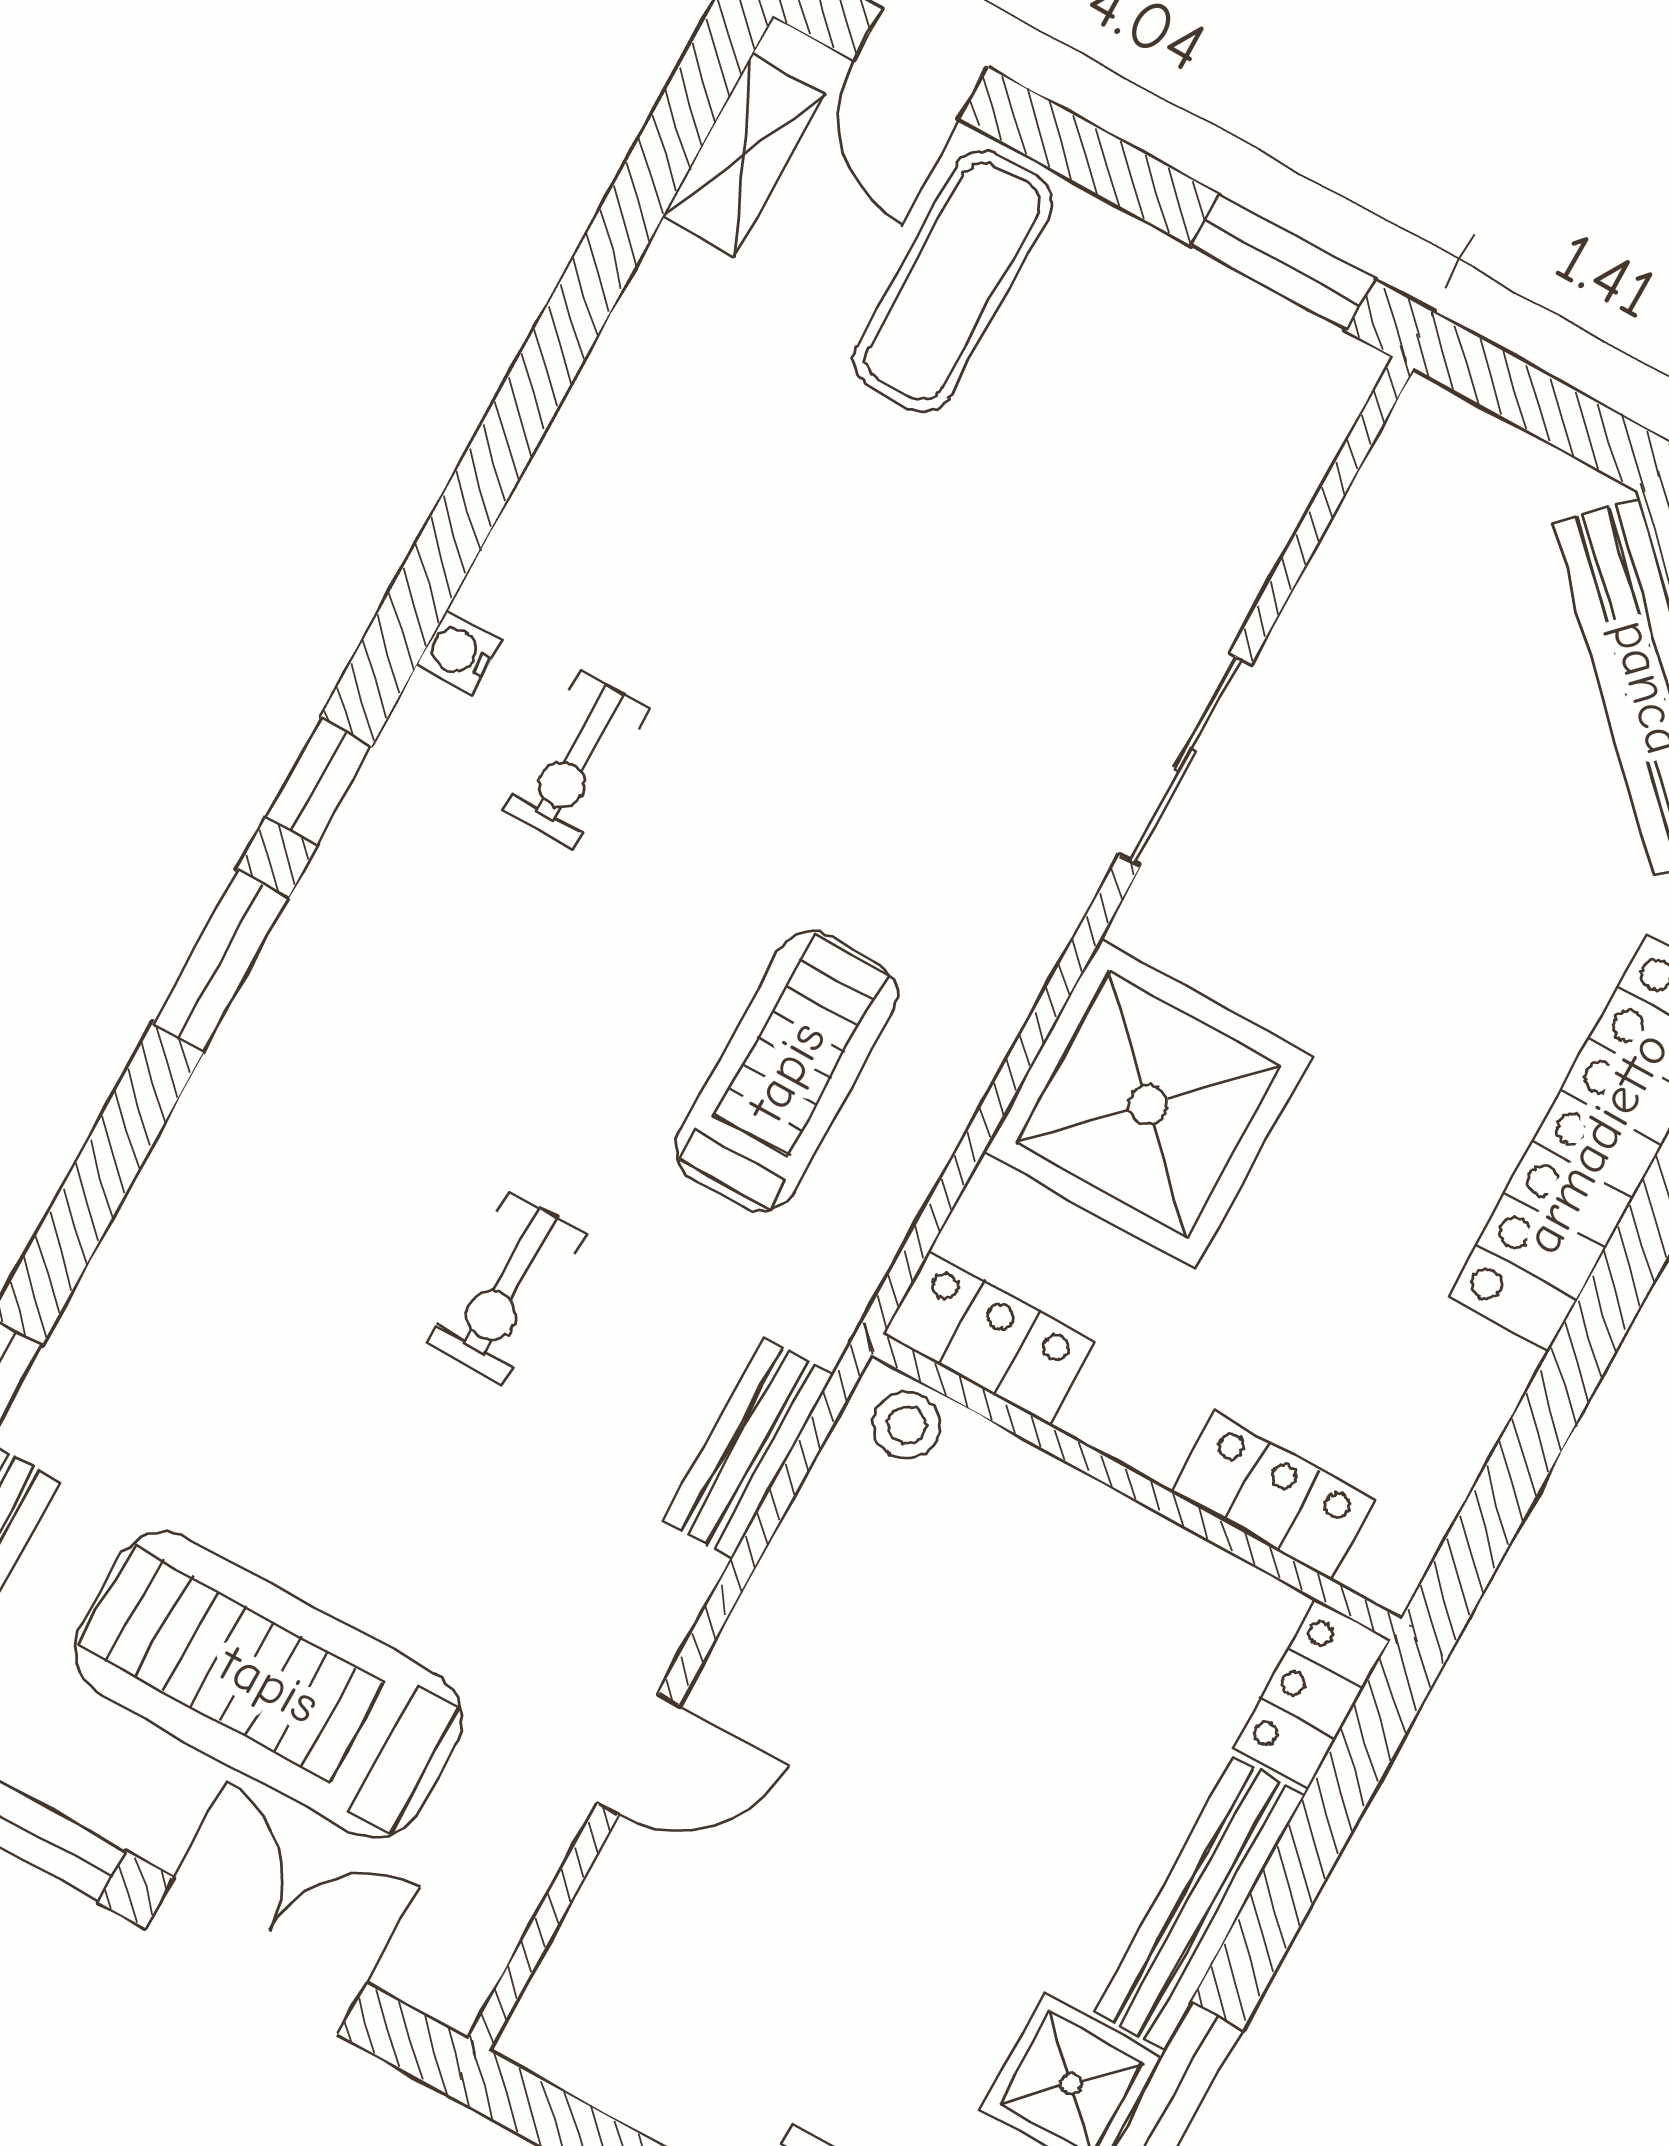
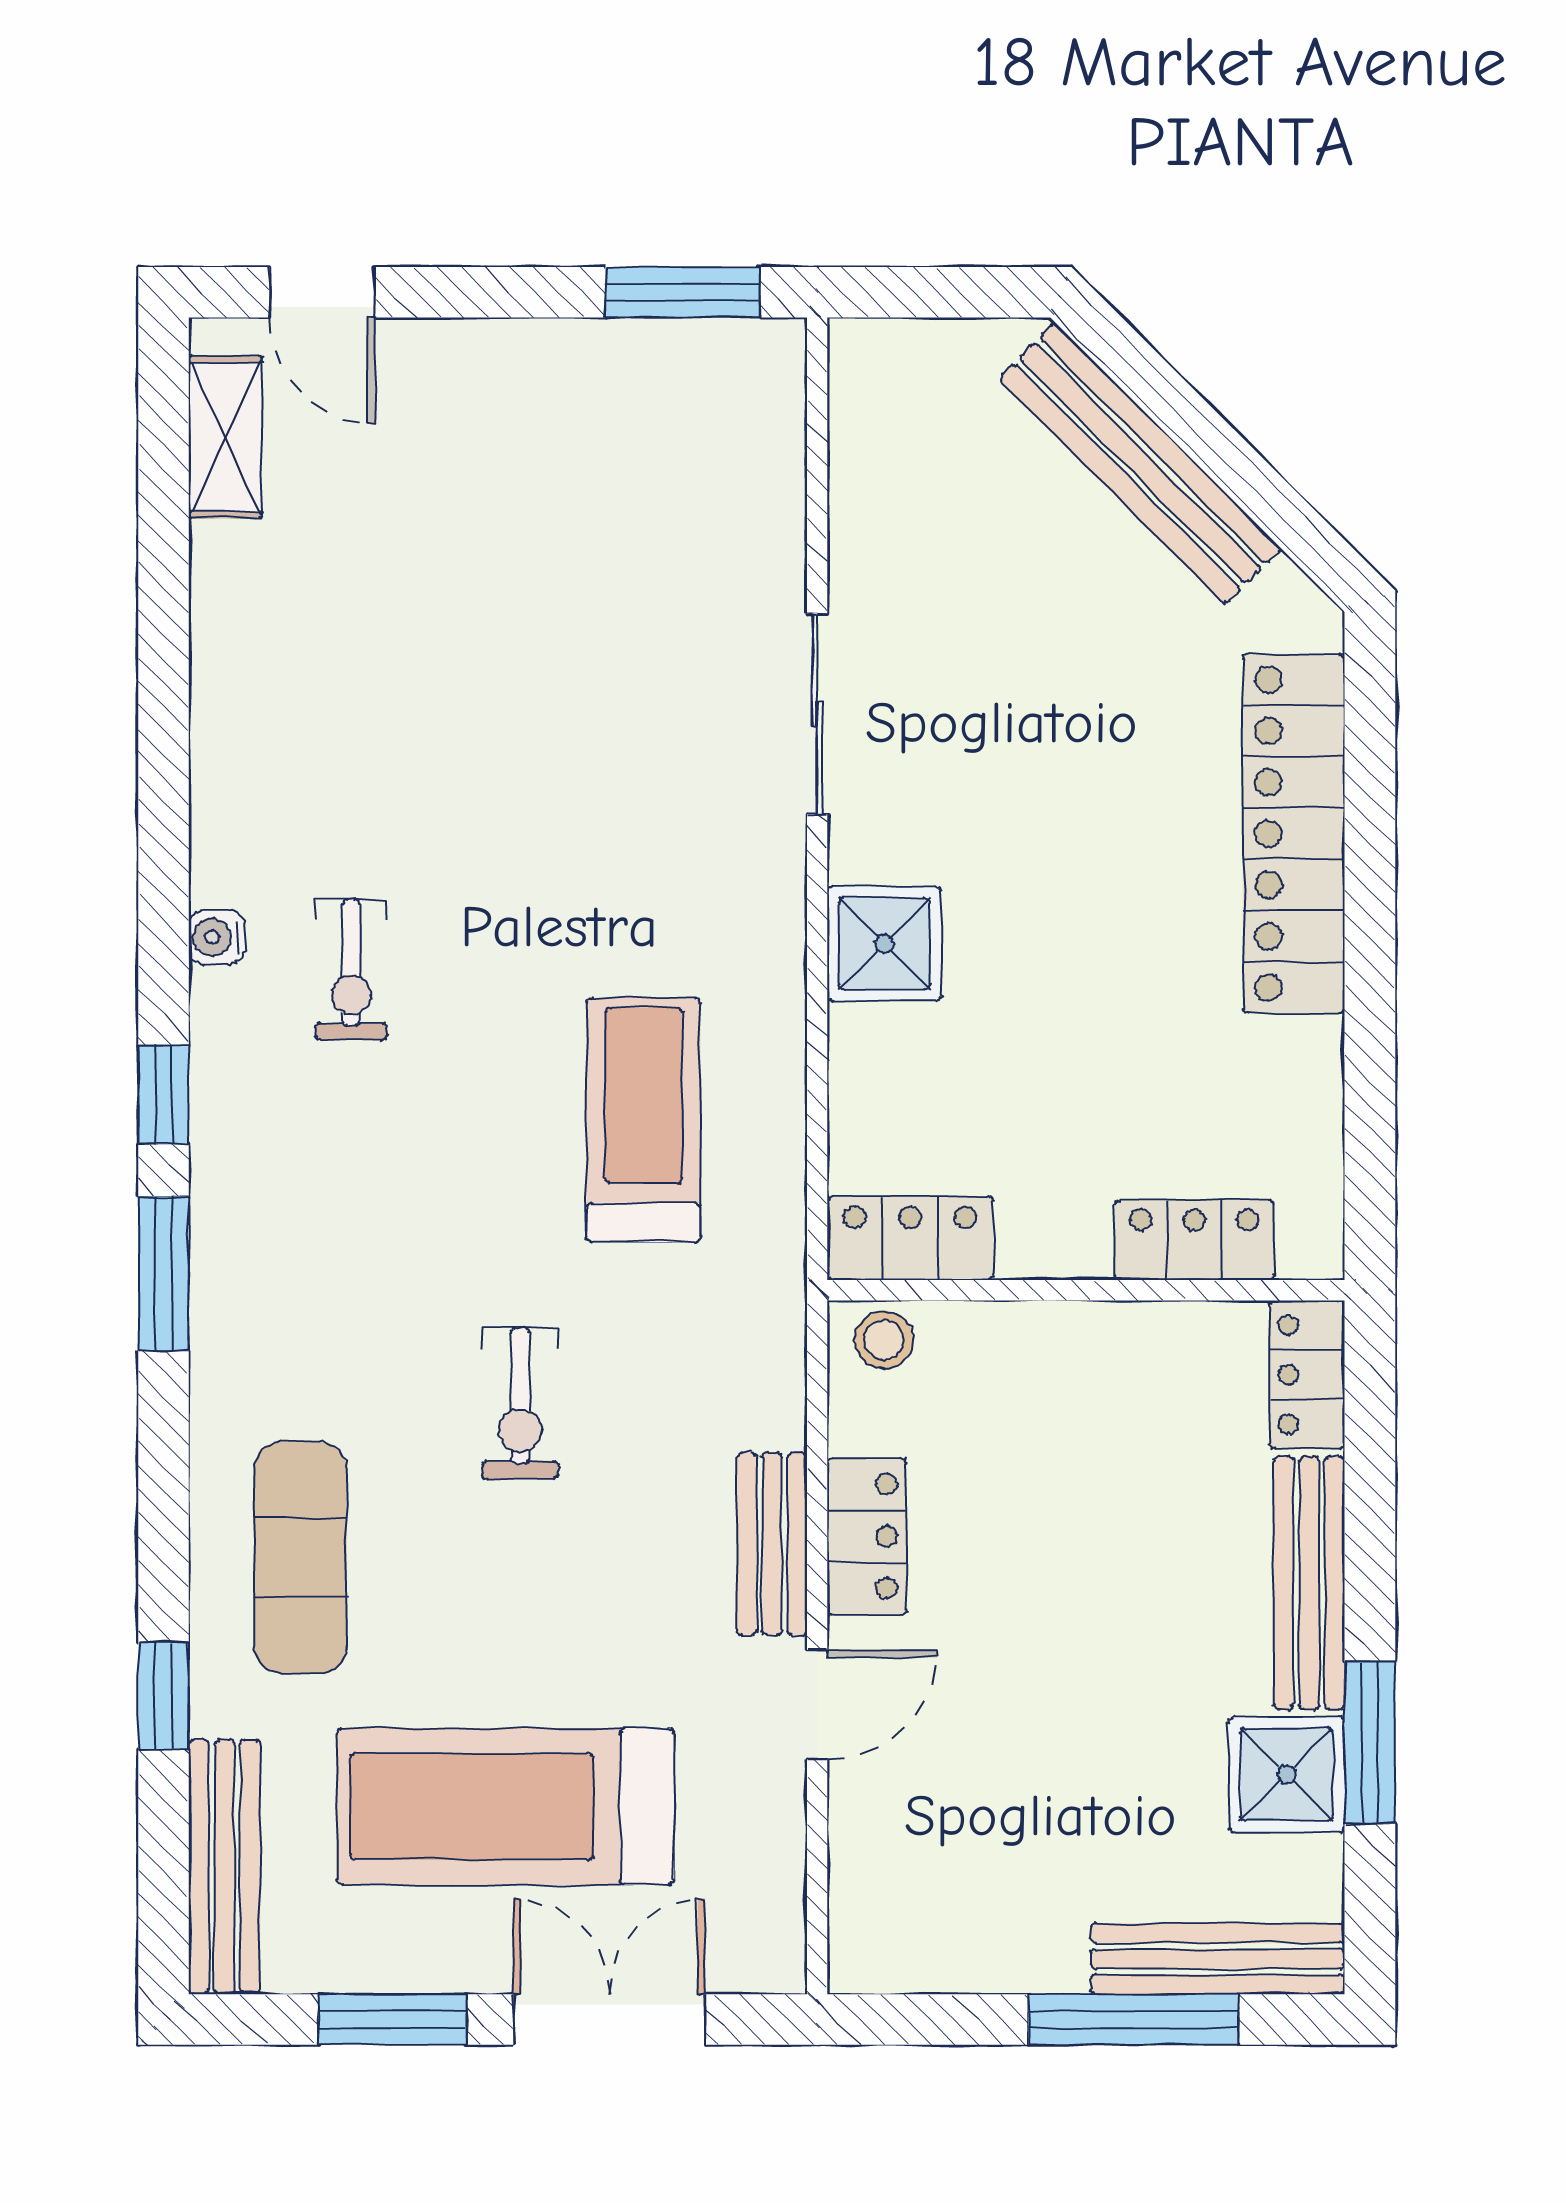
exercise mat: (953, 281) -> (300, 1557), moved
shower: (1148, 1104) -> (884, 944), width x0.54, depth x0.54
bench: (748, 1448) -> (772, 1544), moved
locker: (781, 1613) -> (867, 1536), added

